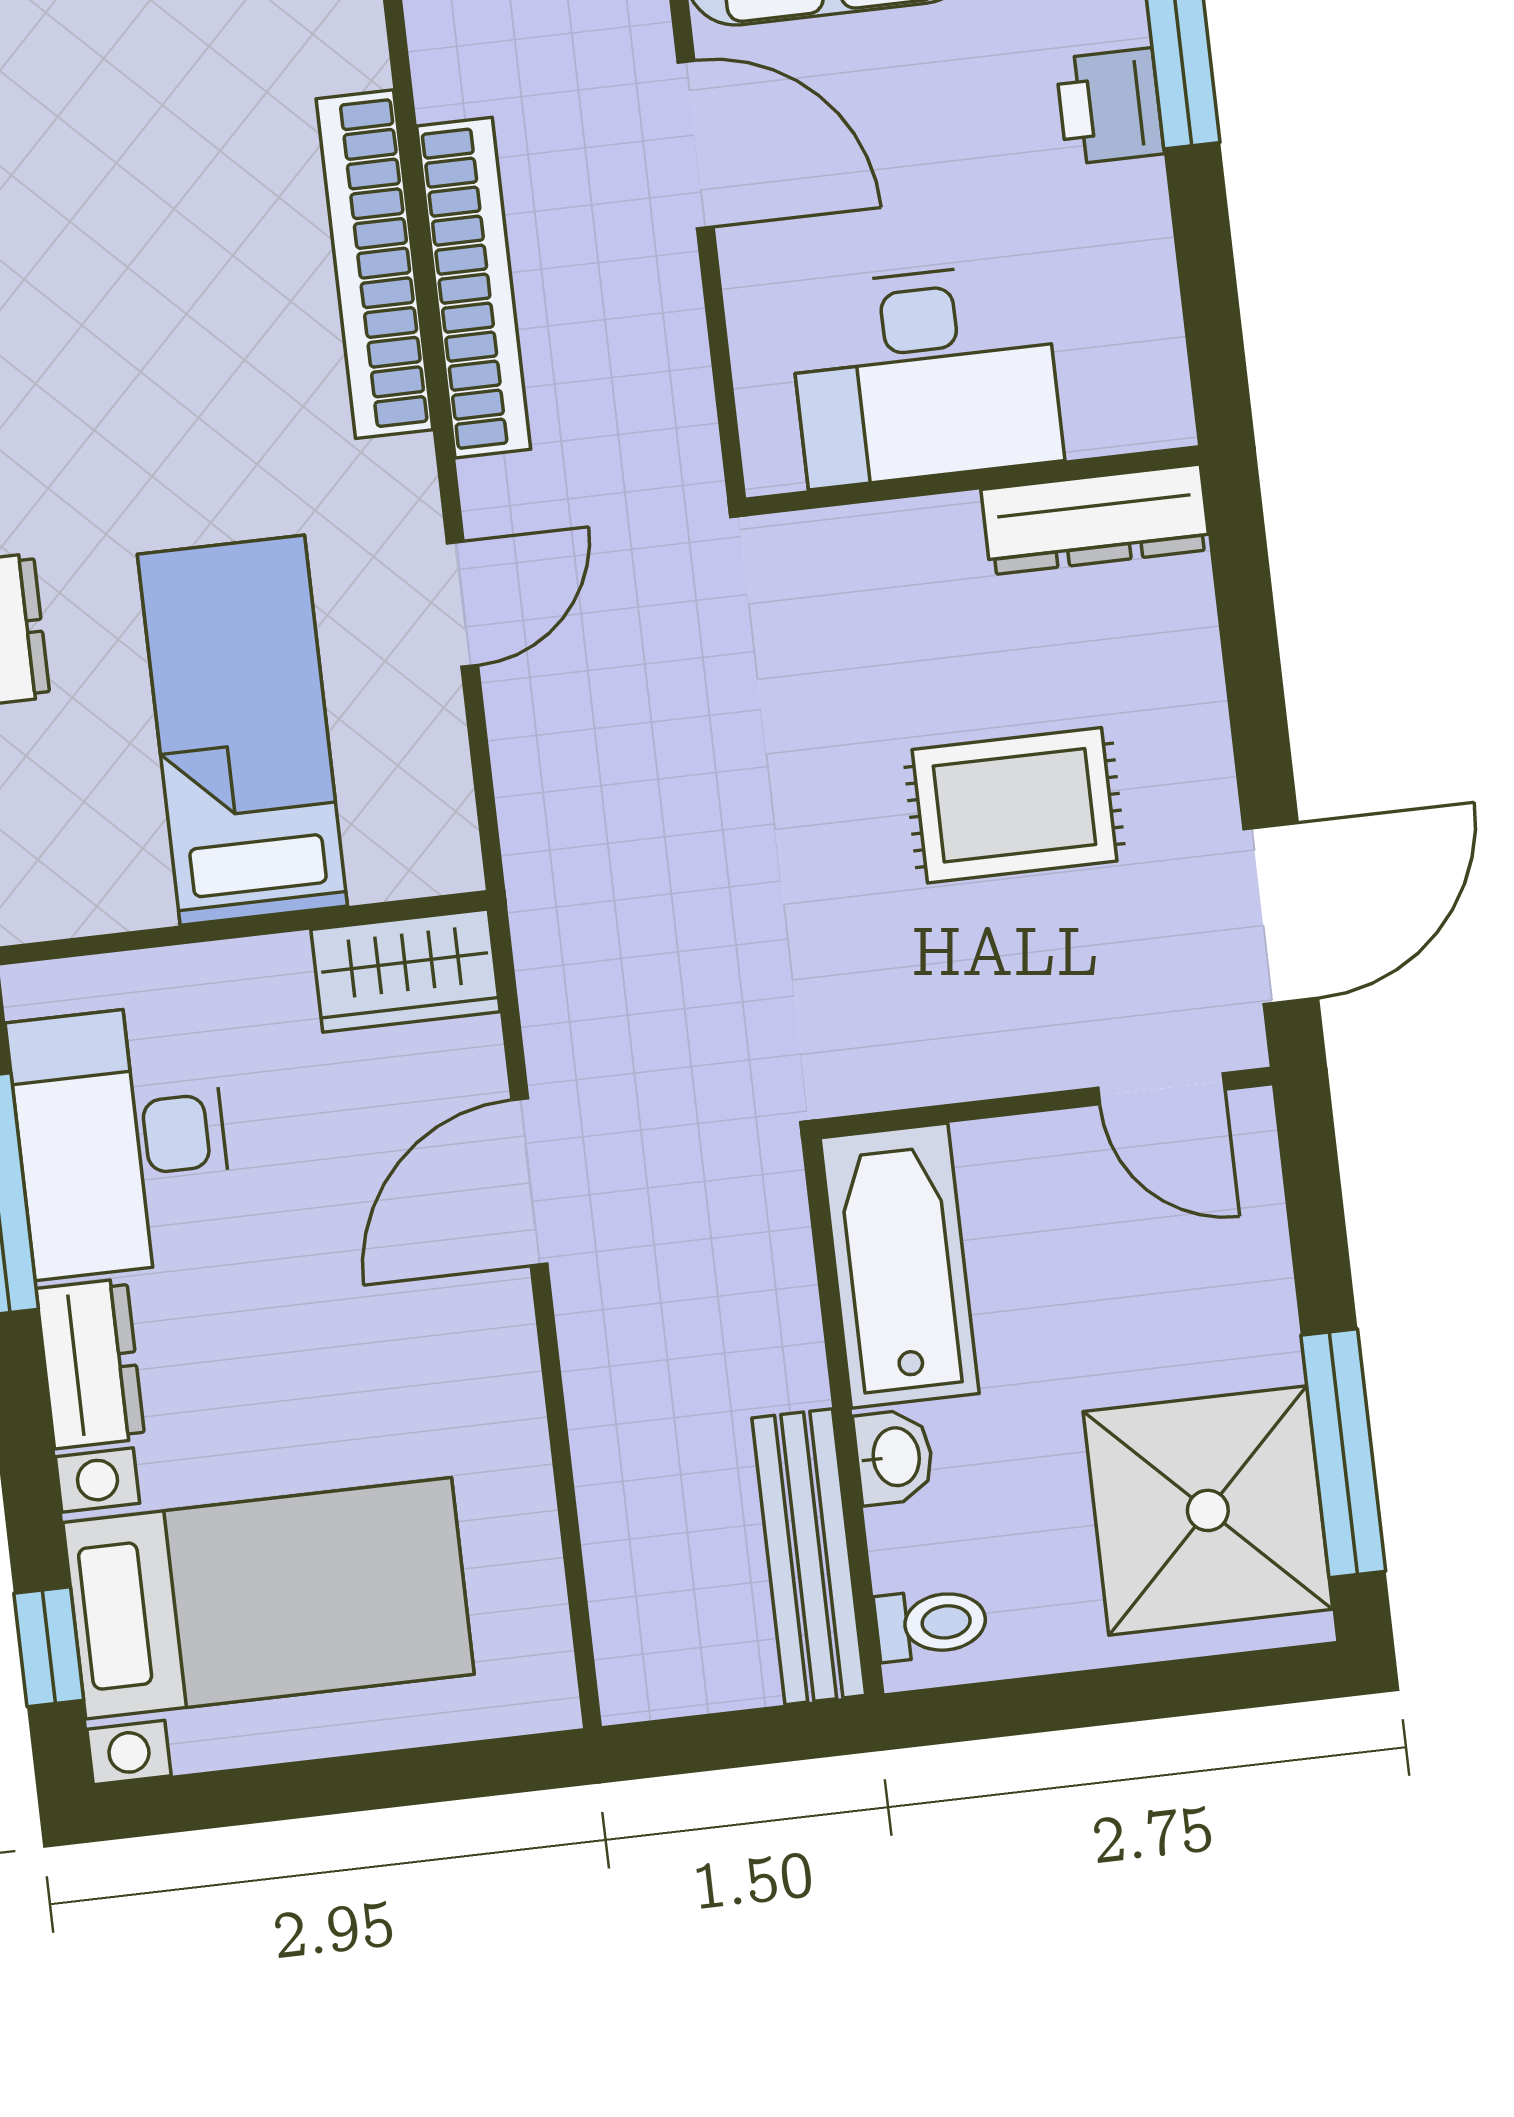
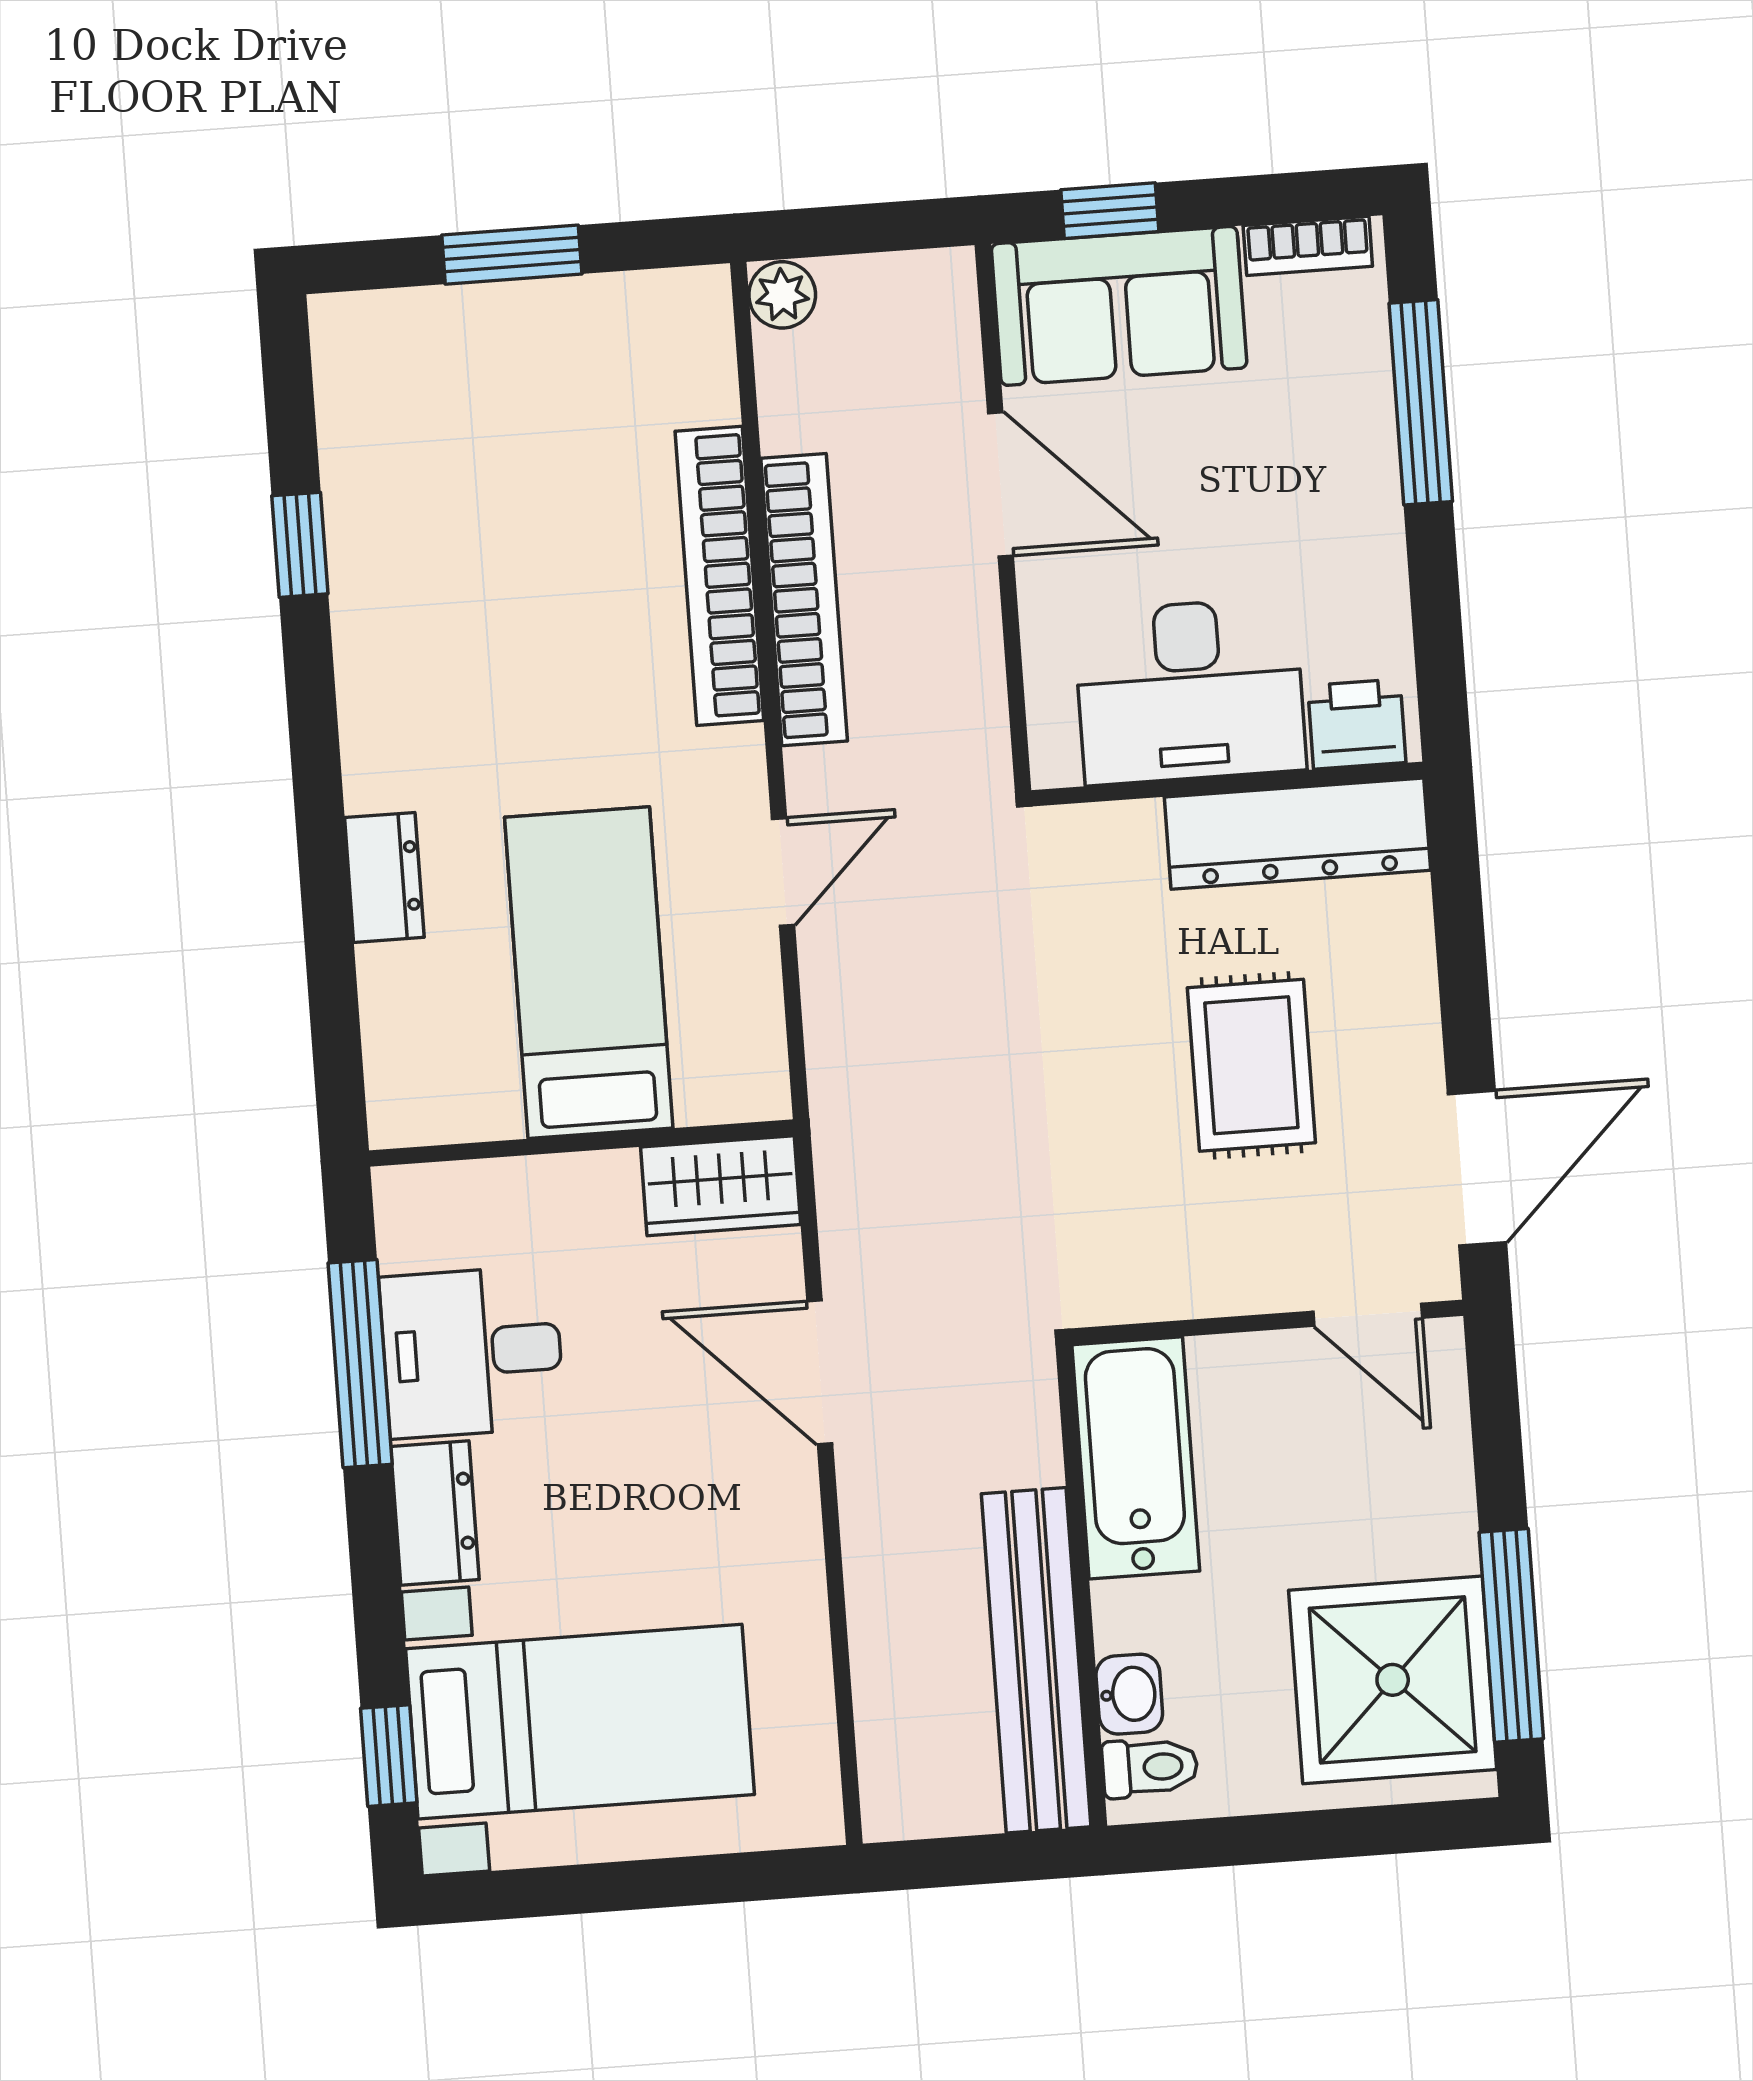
printer: (1110, 106) -> (1357, 724), moved, turned 90
dresser: (1095, 520) -> (1297, 834), width x1.37, depth x1.24
rug: (1015, 805) -> (1251, 1065), turned 90
desk: (121, 1140) -> (472, 1352), width x0.73
door: (529, 1182) -> (820, 1372), hinge flipped
washbasin: (894, 1457) -> (1129, 1694), moved
bench: (809, 1557) -> (1036, 1660), width x1.37, depth x1.21

